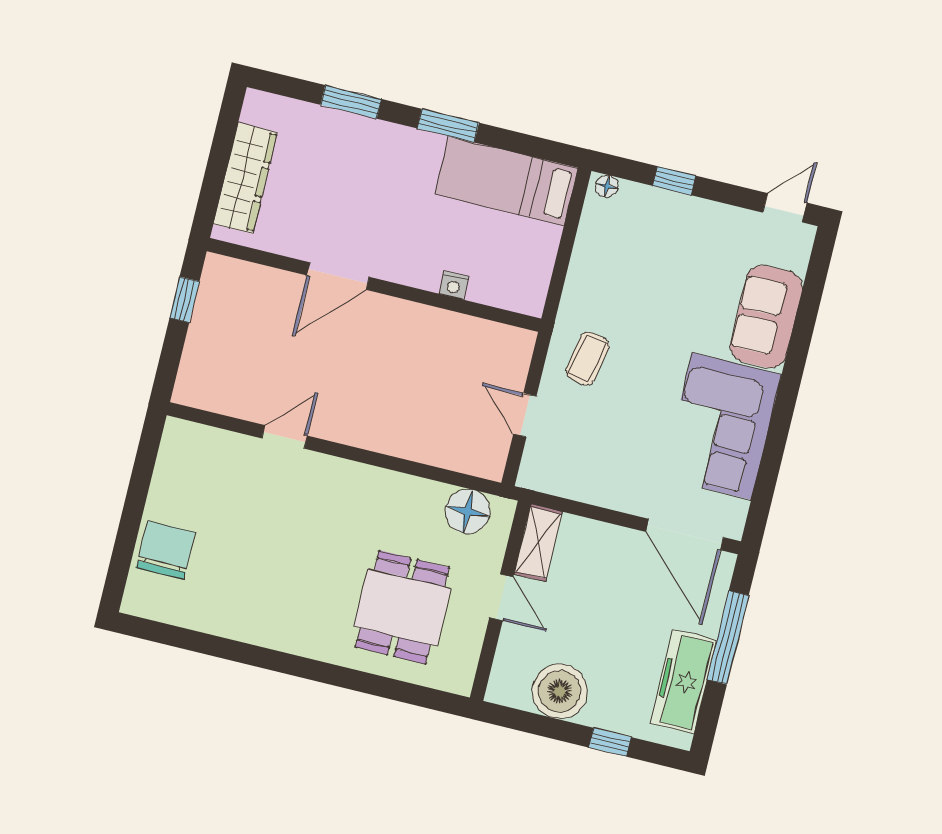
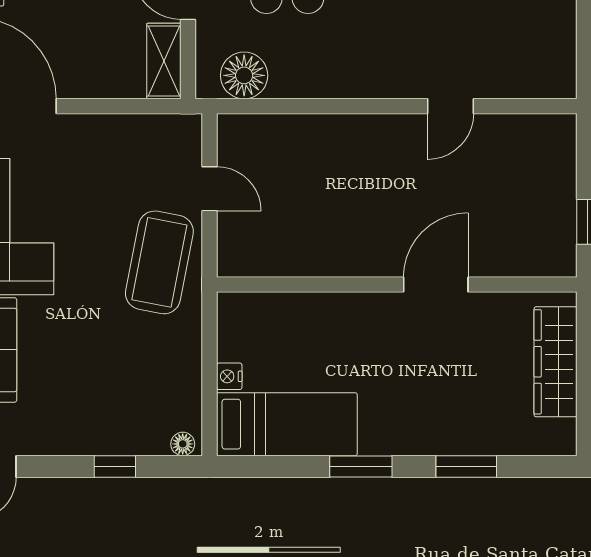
nightstand: (454, 285) -> (229, 376), moved, turned -90
coffee table: (587, 358) -> (159, 262), width x1.86, depth x1.72

